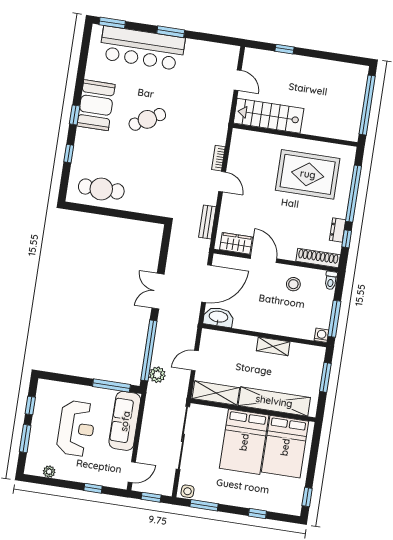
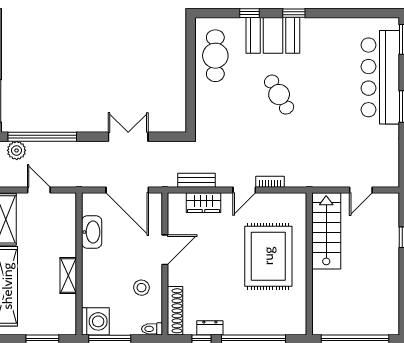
booth: (96, 105) -> (273, 35), moved
cafe table: (147, 119) -> (279, 95), moved
rug: (308, 174) -> (268, 256), moved
wardrobe: (236, 243) -> (204, 203), moved, turned 90
double door: (158, 291) -> (128, 137), moved
washbasin: (218, 317) -> (92, 232), moved
washing machine: (321, 335) -> (95, 321), width x1.89, depth x1.89

